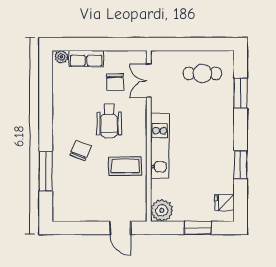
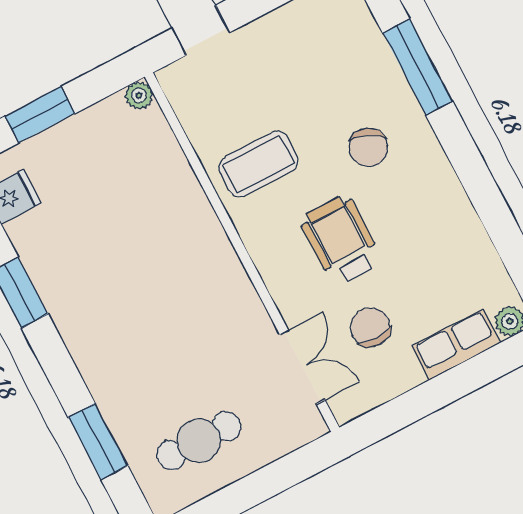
kitchen unit: (160, 146) -> (208, 244), removed
plant: (162, 210) -> (139, 95), width x0.53, depth x0.53

